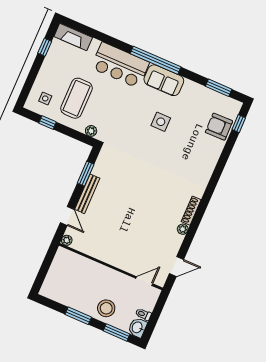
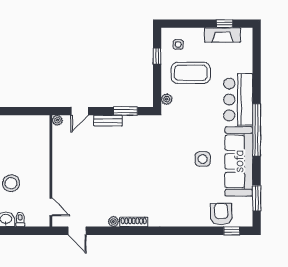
fireplace: (73, 37) -> (222, 35), moved, turned -90
sofa: (164, 80) -> (239, 161), width x1.85, depth x1.27
bench: (87, 194) -> (108, 121), width x0.73

